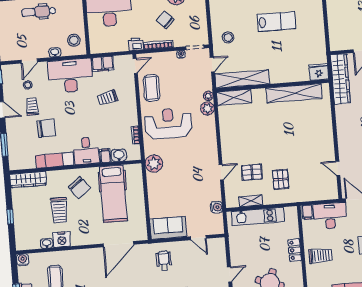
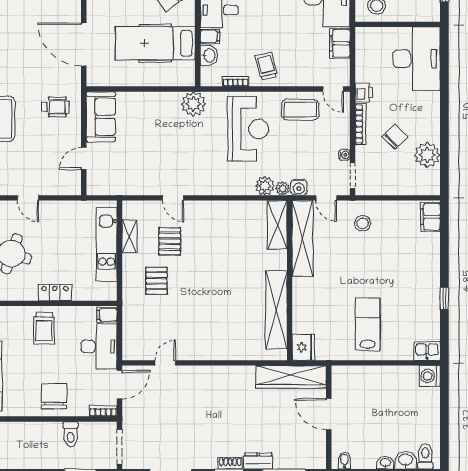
lab bench: (276, 22) -> (368, 324), moved, turned 180
trolley: (107, 98) -> (266, 66), moved
pallet: (281, 179) -> (156, 281), turned 90
water cooler: (216, 207) -> (299, 187), moved

